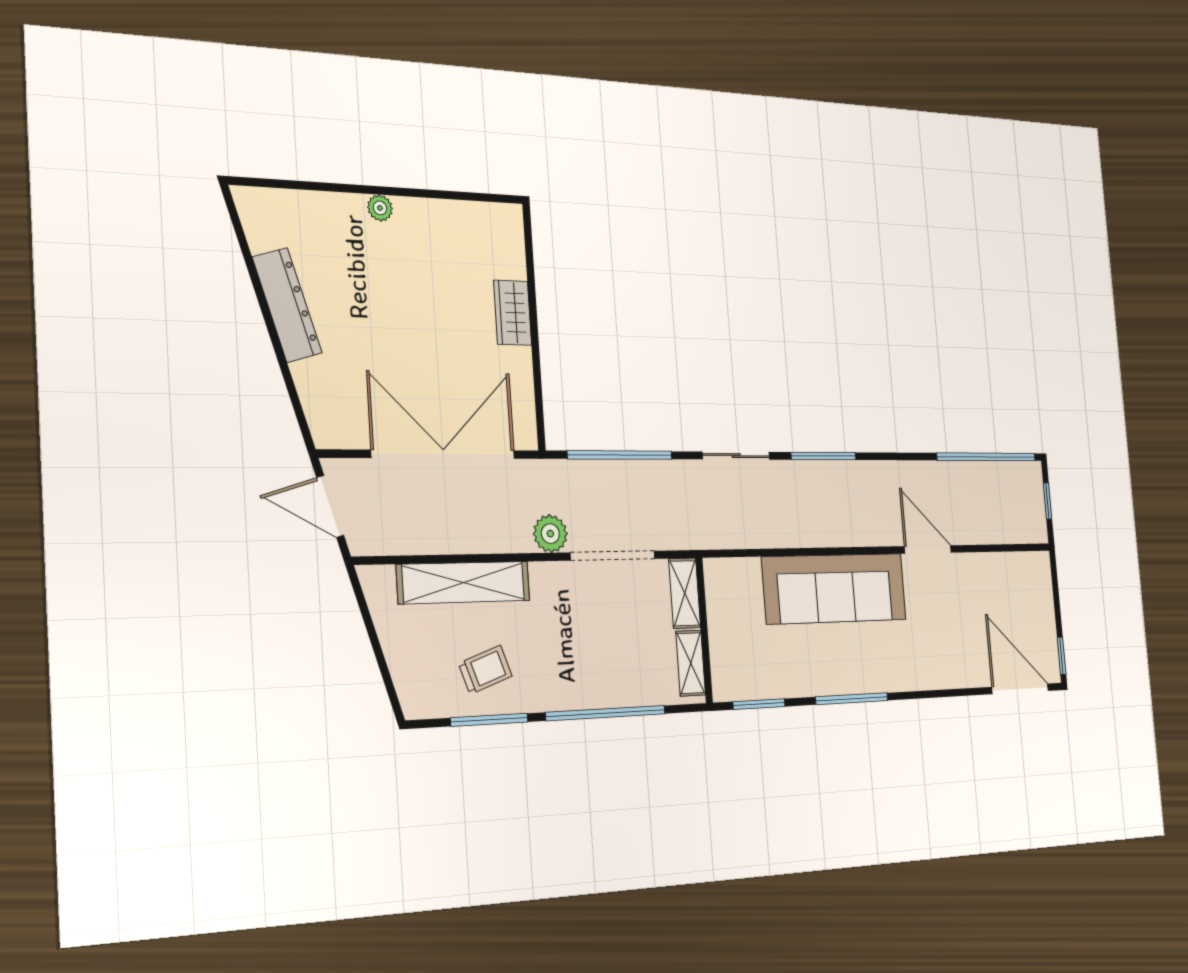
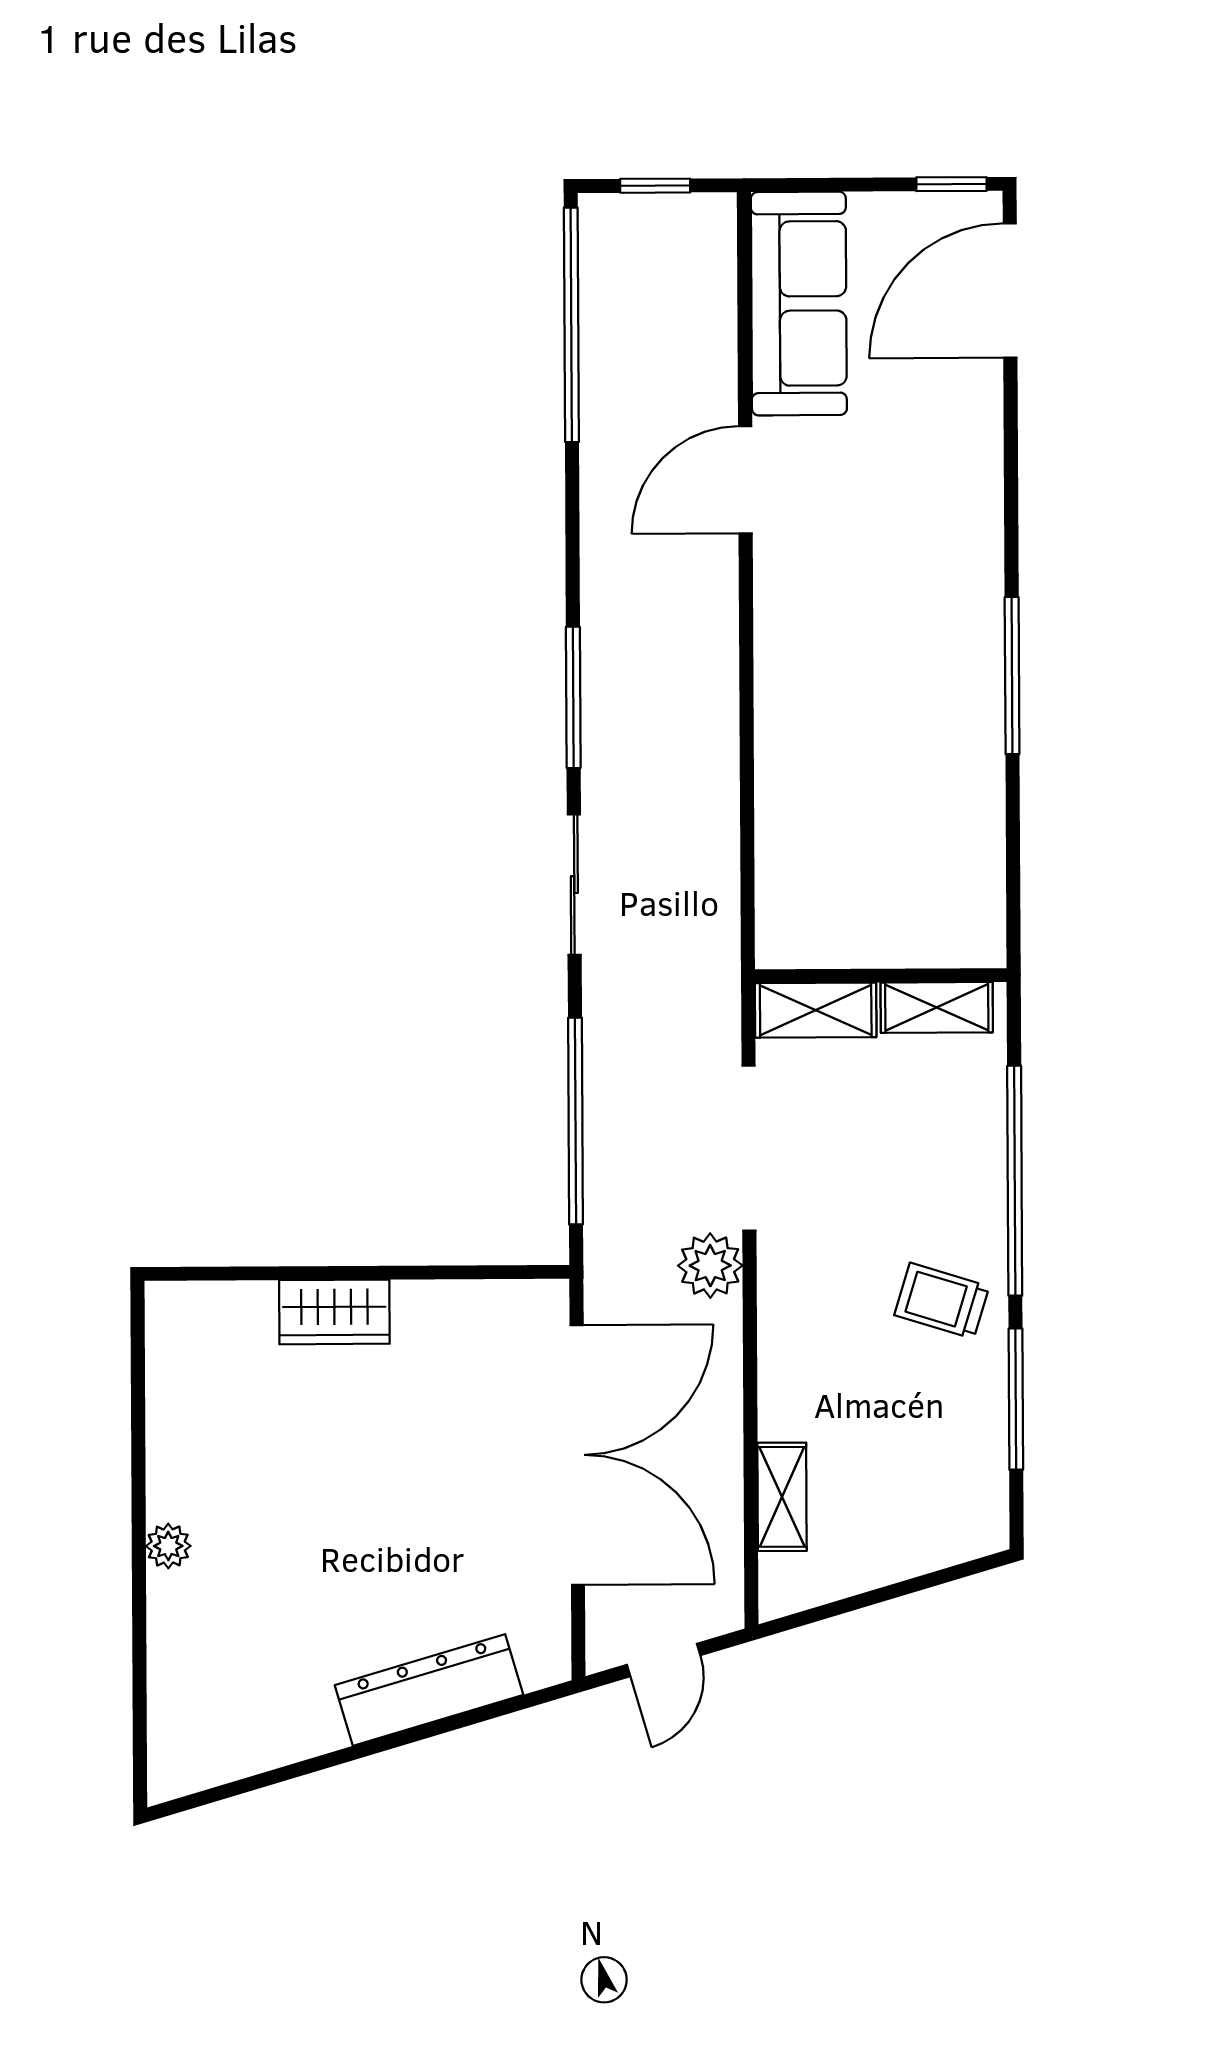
dresser: (287, 305) -> (429, 1690), moved
double door: (444, 454) -> (577, 1455), swing flipped
door: (330, 506) -> (664, 1660), width x0.73
shelving: (464, 583) -> (782, 1497), width x0.45, depth x0.75
sofa: (835, 589) -> (799, 304), moved, width x0.74, depth x0.79
trolley: (485, 670) -> (942, 1301), moved, turned -54
window: (759, 704) -> (1013, 873), removed

